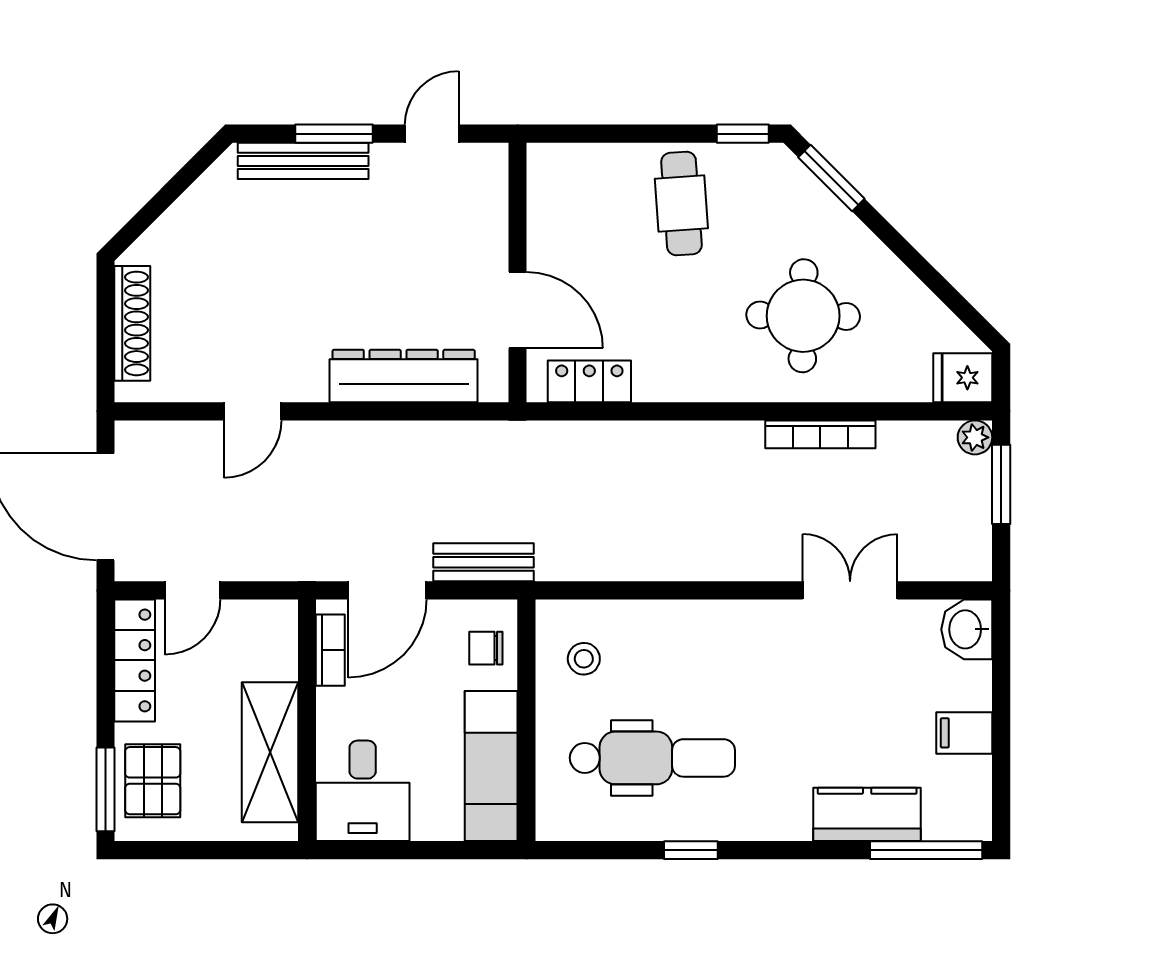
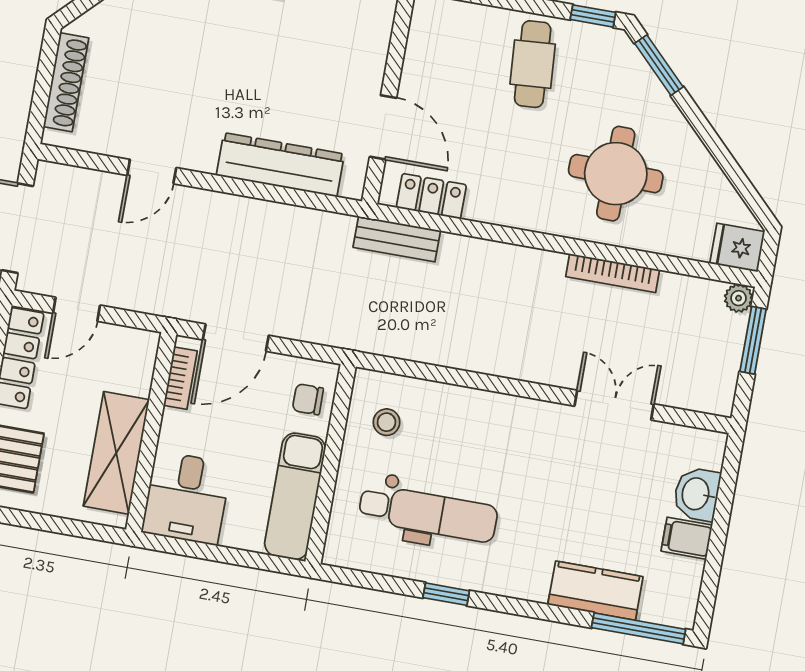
bench: (484, 562) -> (397, 239), moved
washbasin: (967, 629) -> (697, 494), moved

